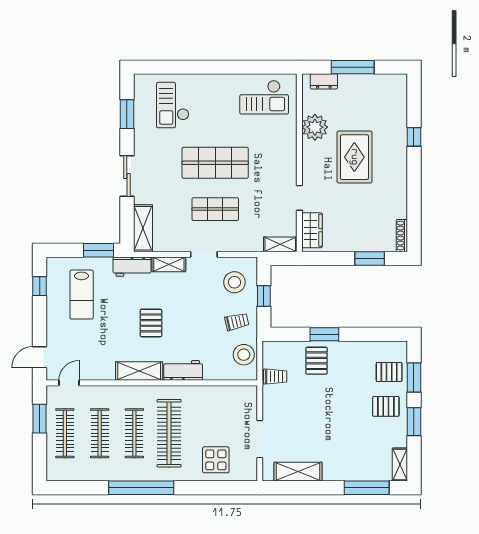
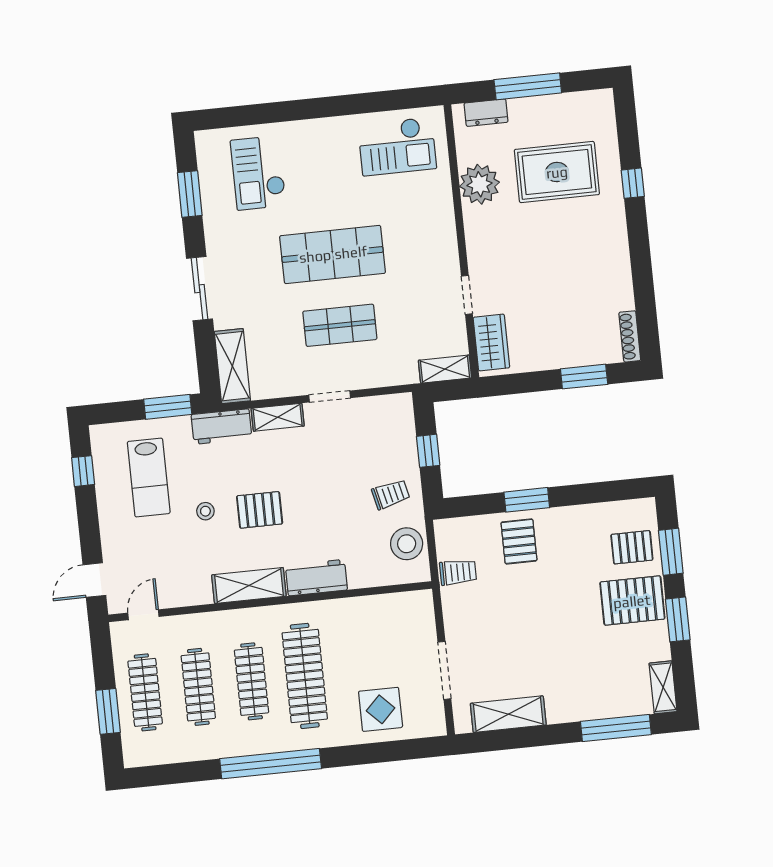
rug: (354, 157) -> (557, 172), moved, turned 90
stool: (234, 282) -> (205, 511), moved, width x0.53, depth x0.53
pallet: (151, 323) -> (260, 510), turned 90
pallet: (386, 406) -> (632, 601), width x1.50, depth x1.42
window: (40, 419) -> (108, 711), moved

